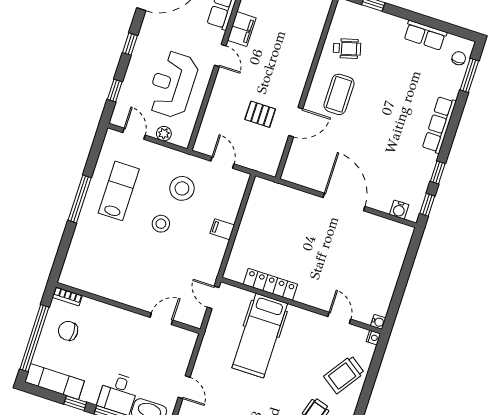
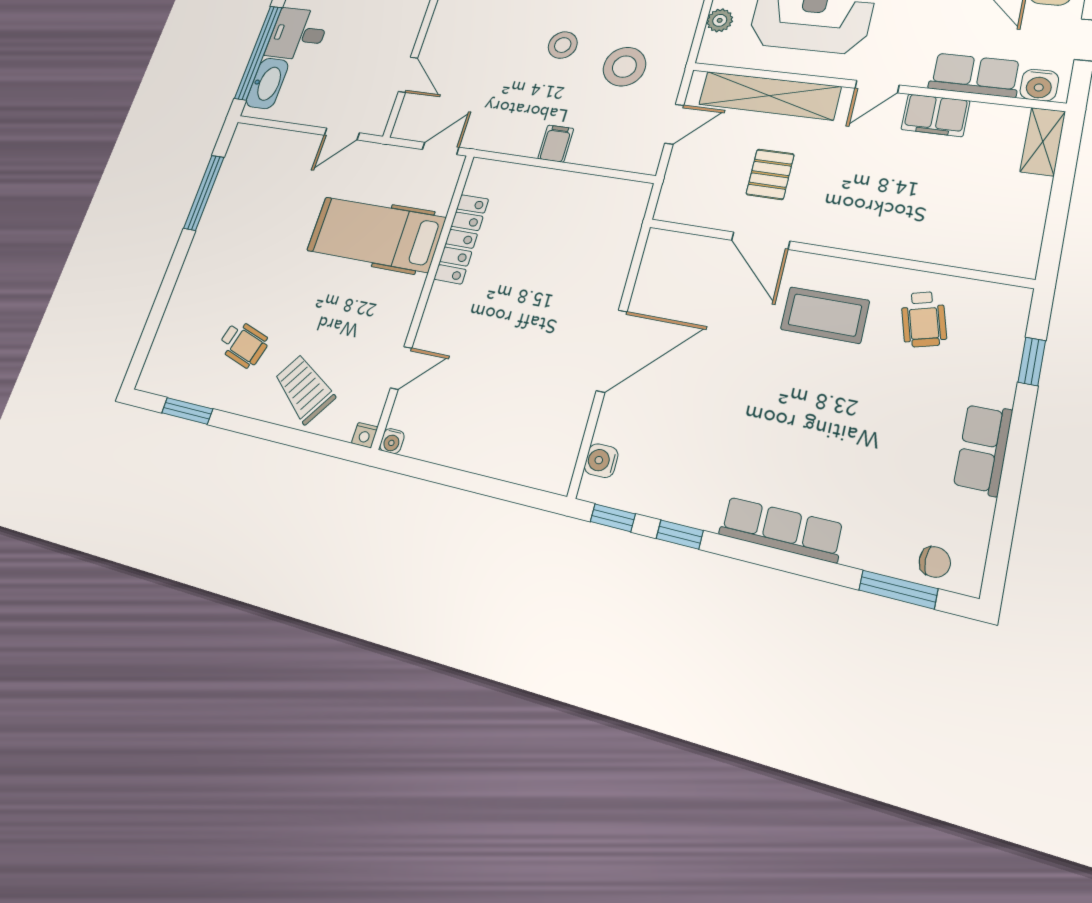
row of seats: (425, 35) -> (983, 449), moved
shelving: (215, 111) -> (769, 96), added
door: (184, 387) -> (342, 134), moved

